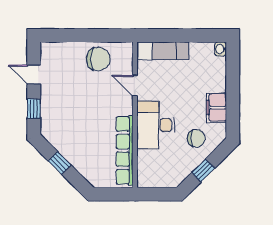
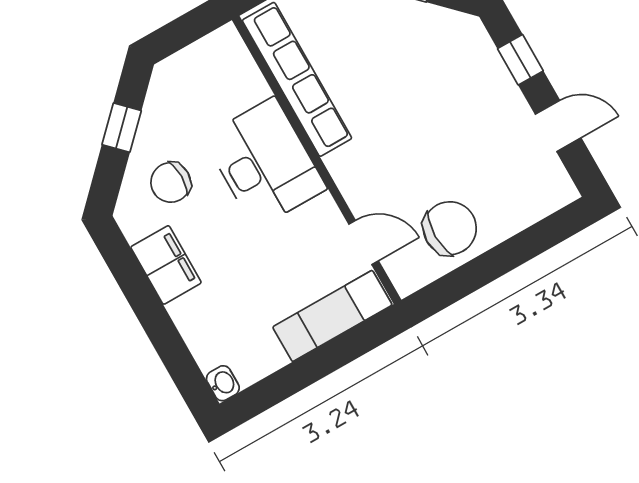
chair: (98, 59) -> (450, 228), turned 180
door: (135, 86) -> (364, 242), moved

